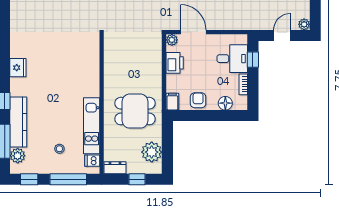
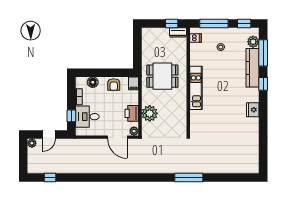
kitchen unit: (92, 126) -> (196, 88), moved
plant: (152, 152) -> (150, 113), moved
window: (137, 179) -> (172, 23), moved

